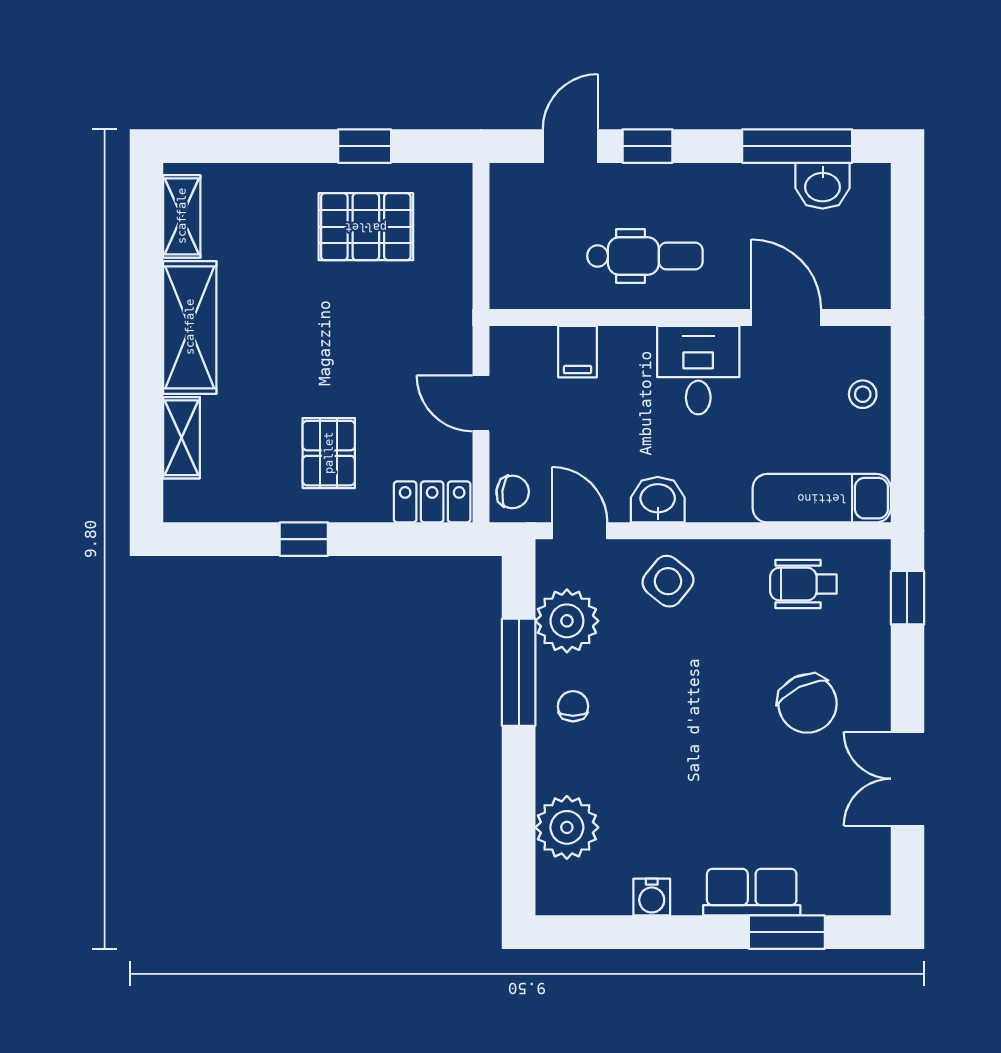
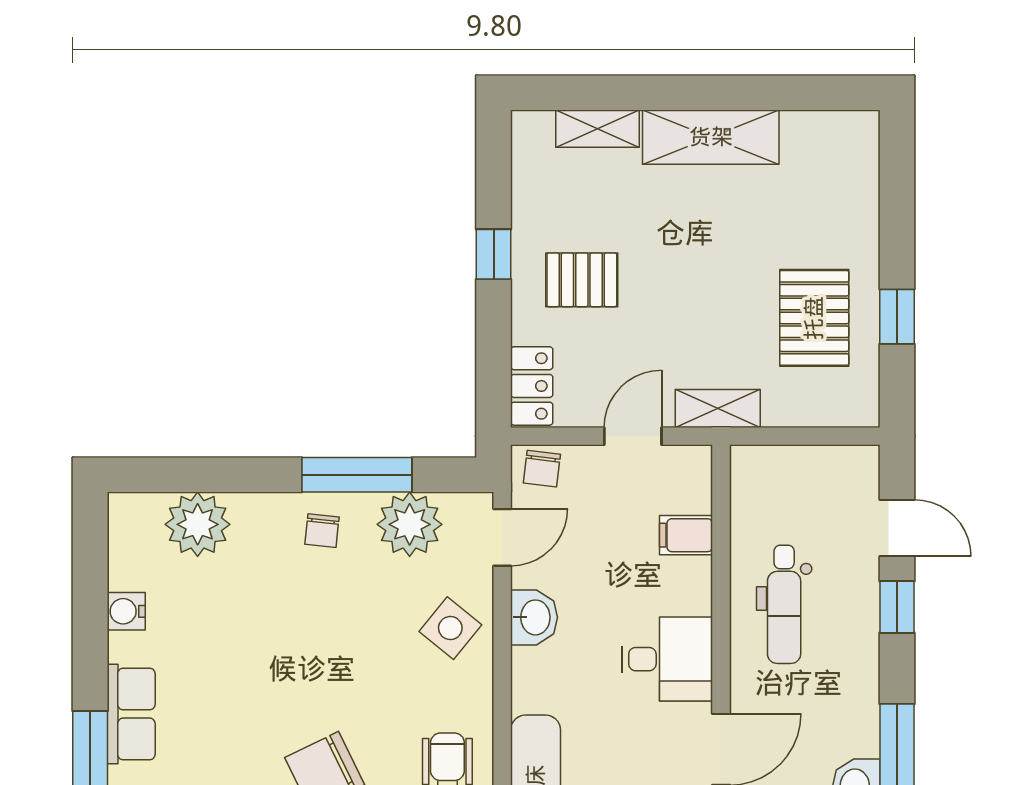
shelving: (182, 216) -> (718, 408), moved
chair: (573, 706) -> (322, 531), turned 96

